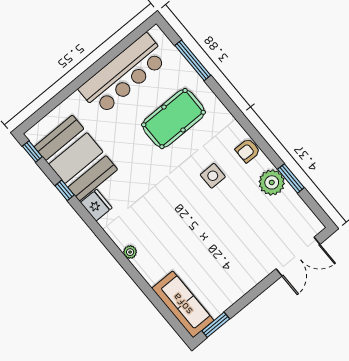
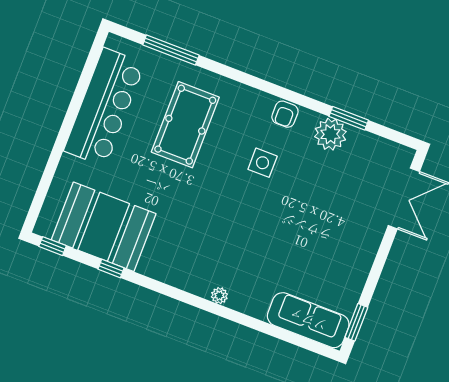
fridge: (96, 205) -> (154, 265), removed

